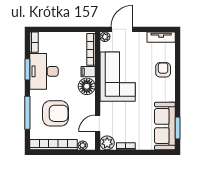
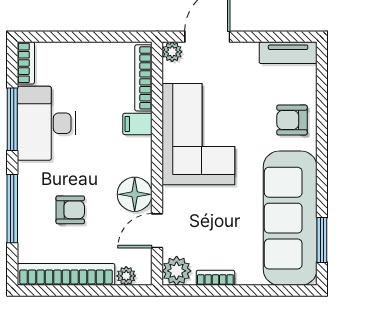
window: (27, 69) -> (12, 119), width x1.44
armchair: (163, 70) -> (292, 120), turned -90
floor lamp: (87, 86) -> (135, 194), moved
armchair: (56, 113) -> (70, 210), width x0.53, depth x0.53
sofa: (165, 126) -> (290, 218), width x1.36, depth x1.27

